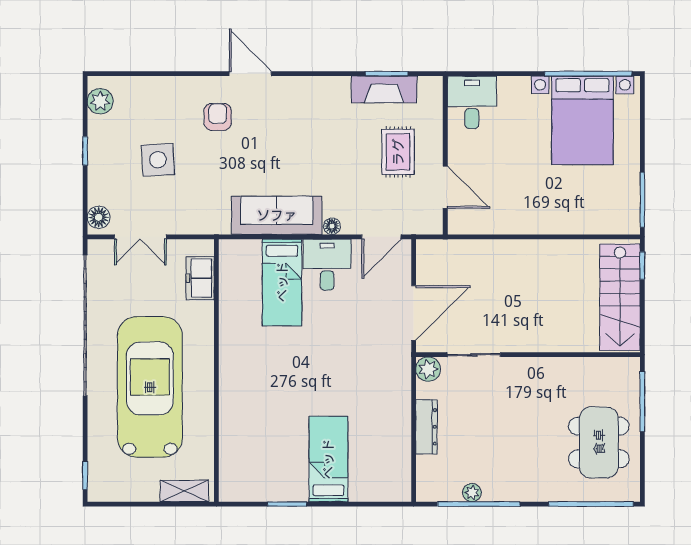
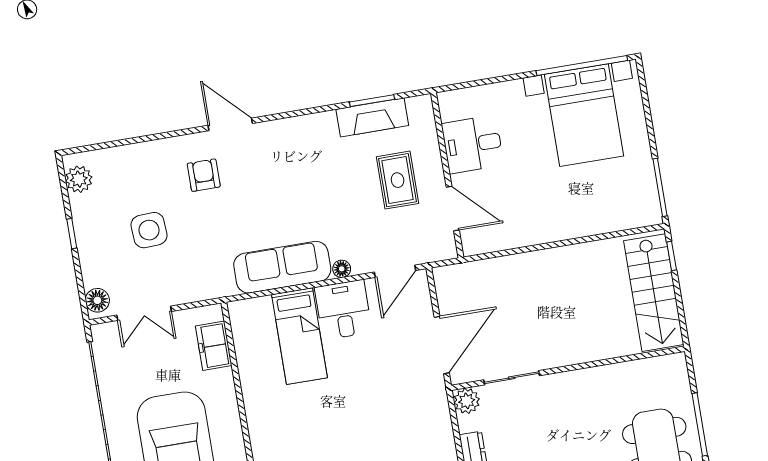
desk: (472, 102) -> (473, 144), moved, turned -90
window: (642, 402) -> (700, 424), moved

